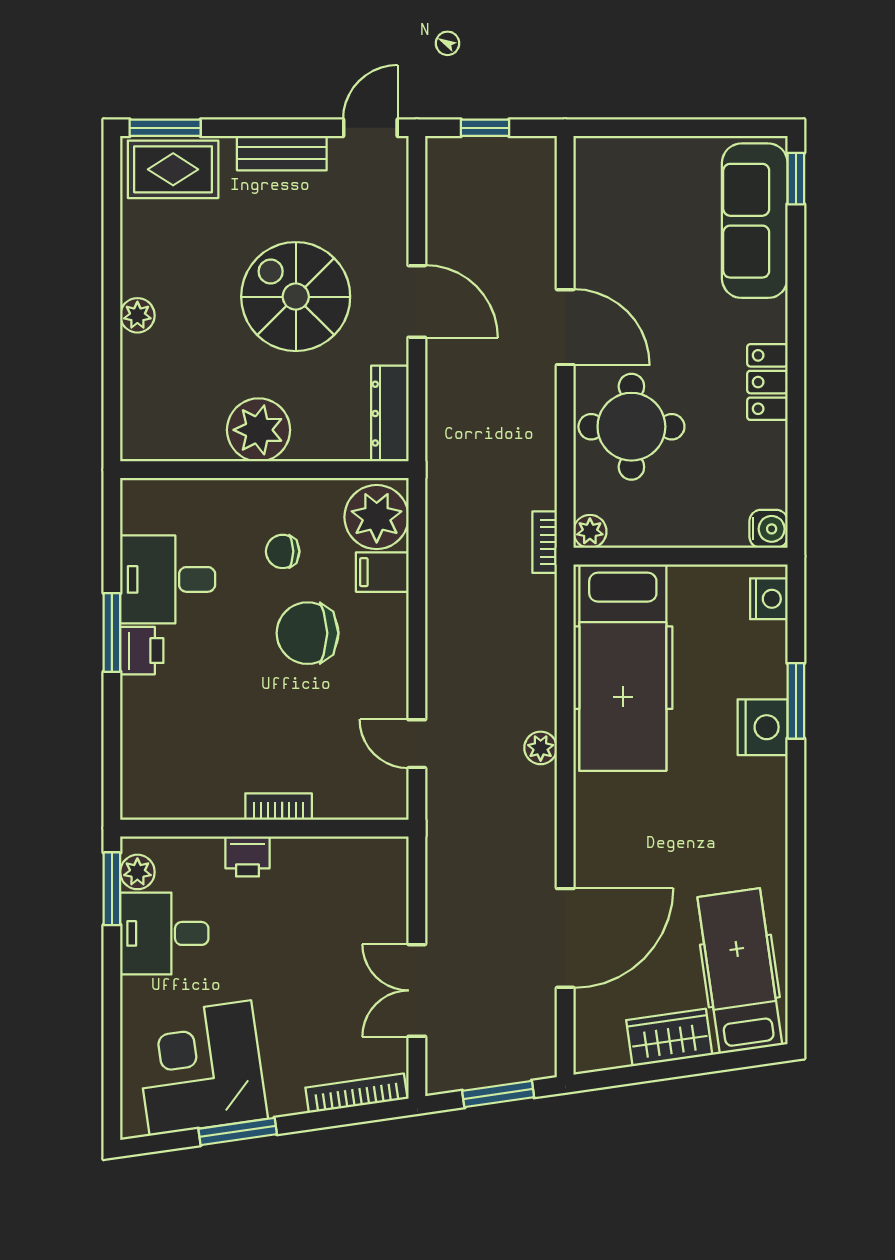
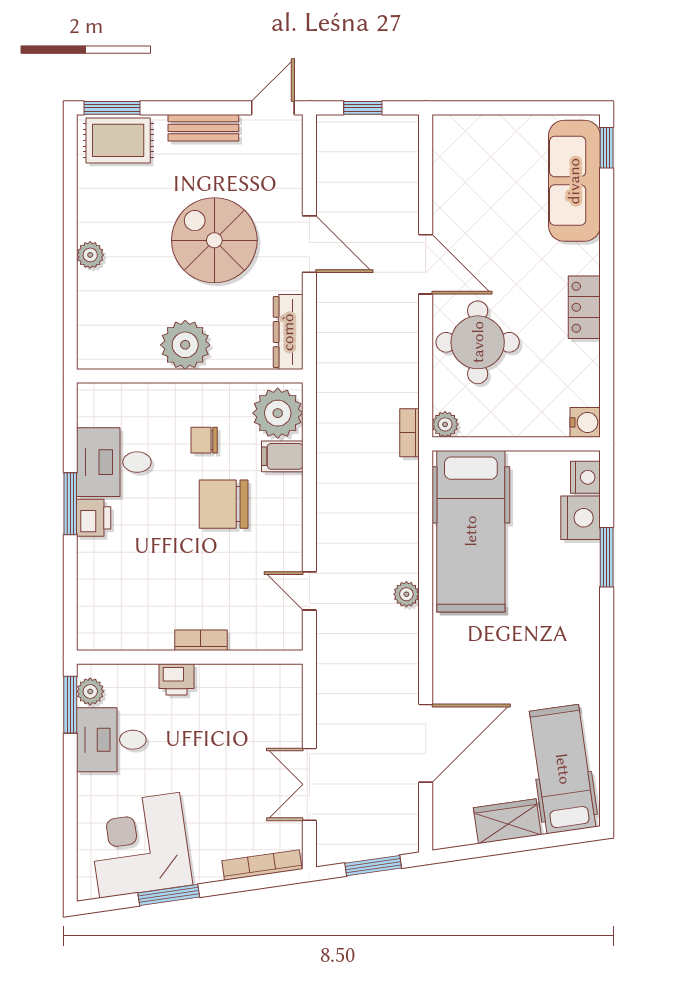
nightstand: (763, 727) -> (580, 518), moved

